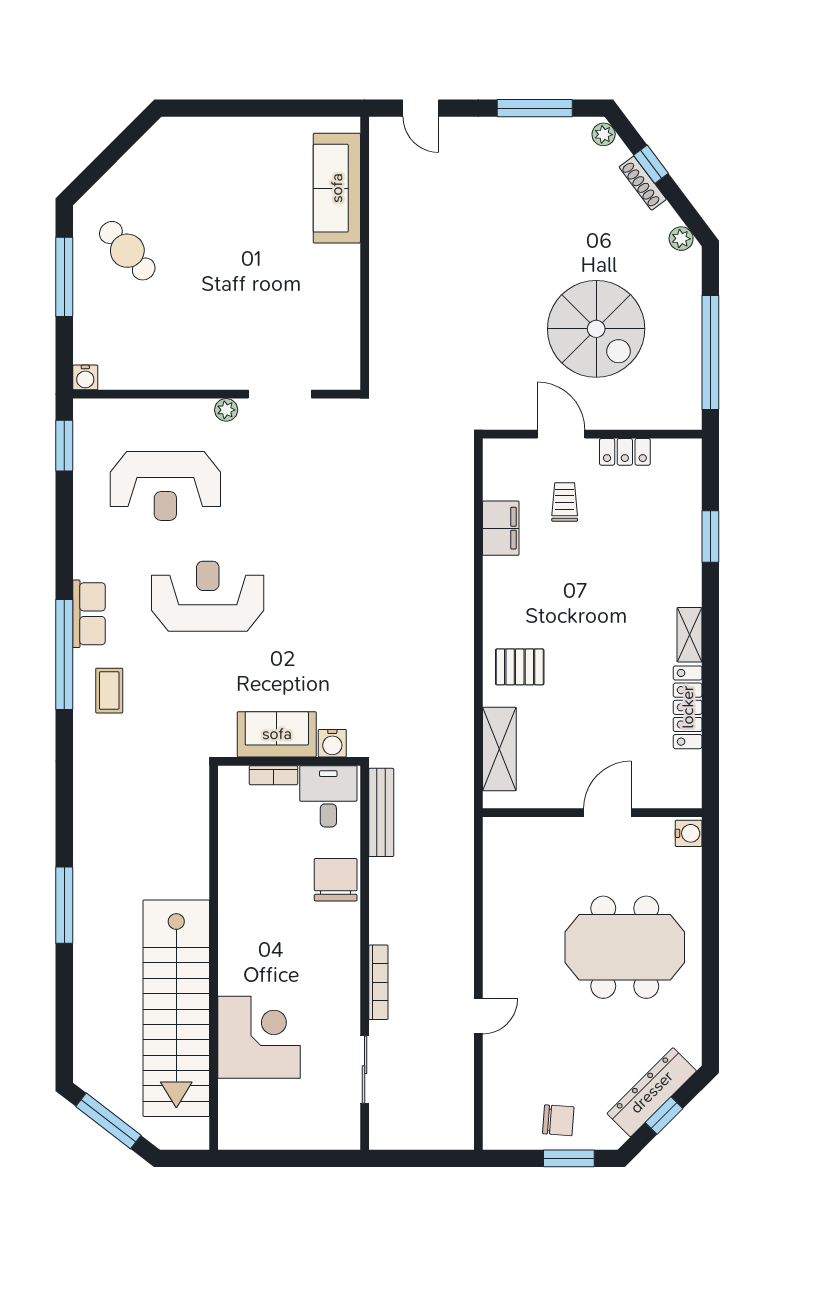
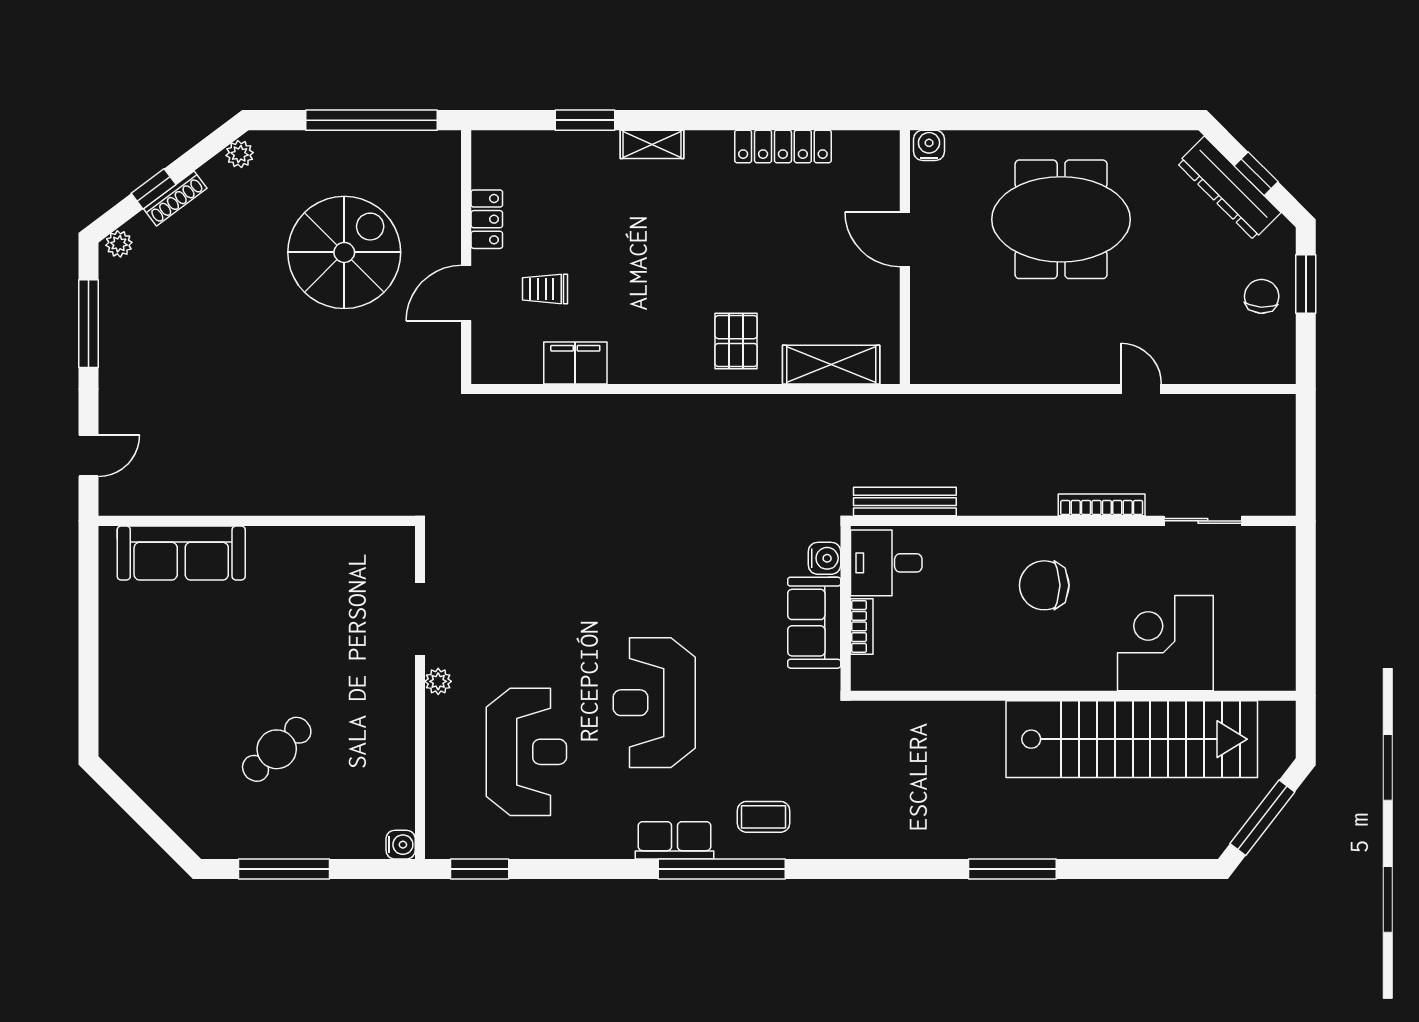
cafe table: (127, 251) -> (277, 749), moved
shelving: (689, 635) -> (652, 144), moved
chair: (336, 880) -> (1044, 585), moved
meeting table: (625, 947) -> (1061, 219), turned 90

